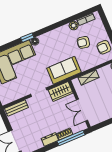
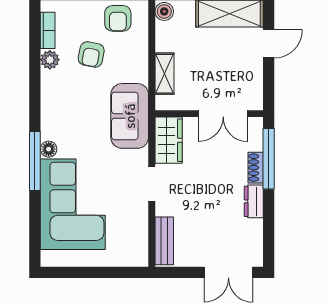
window: (27, 38) -> (35, 161), width x2.17

